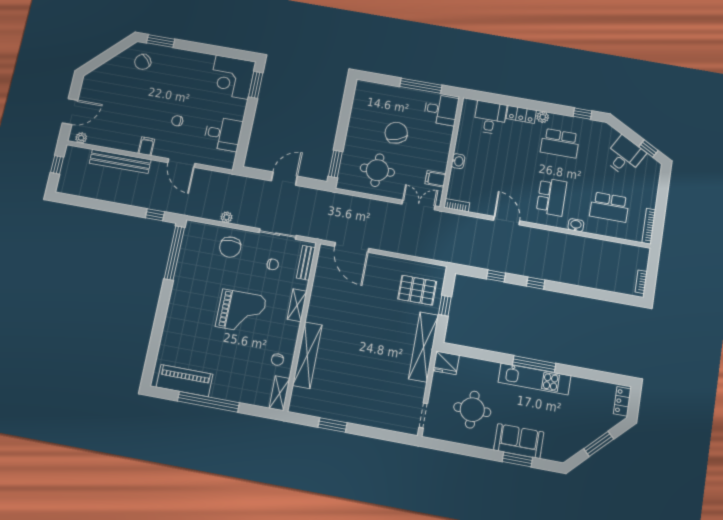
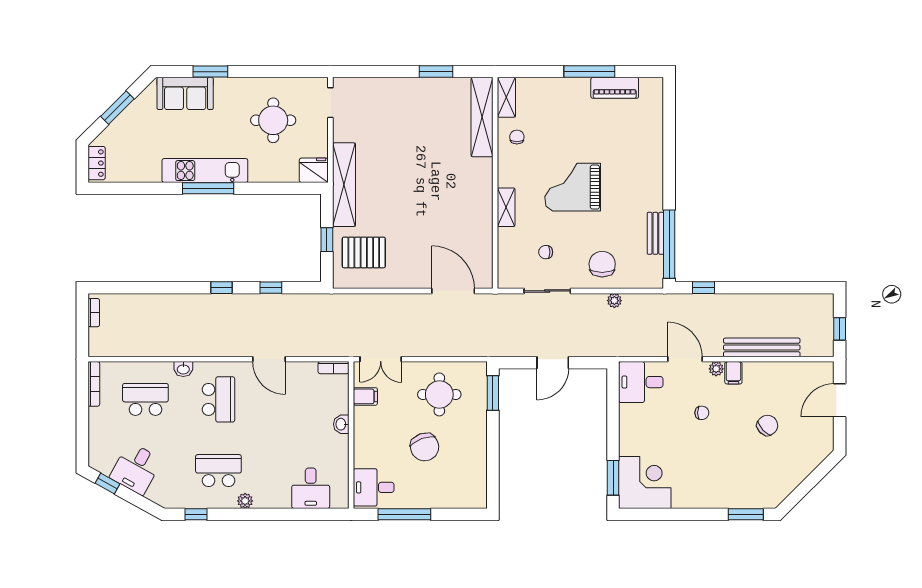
chair: (143, 62) -> (767, 425), moved
locker: (521, 114) -> (272, 499), removed
desk: (223, 134) -> (641, 382), moved
plant: (81, 138) -> (716, 369), moved
school desk: (552, 197) -> (218, 399), turned 180
bench: (306, 263) -> (655, 233), moved
shelving: (307, 355) -> (482, 117), moved
piano: (185, 381) -> (615, 88), width x0.73, depth x0.75
window: (208, 402) -> (589, 72), width x0.68
sofa: (519, 441) -> (185, 93), moved

